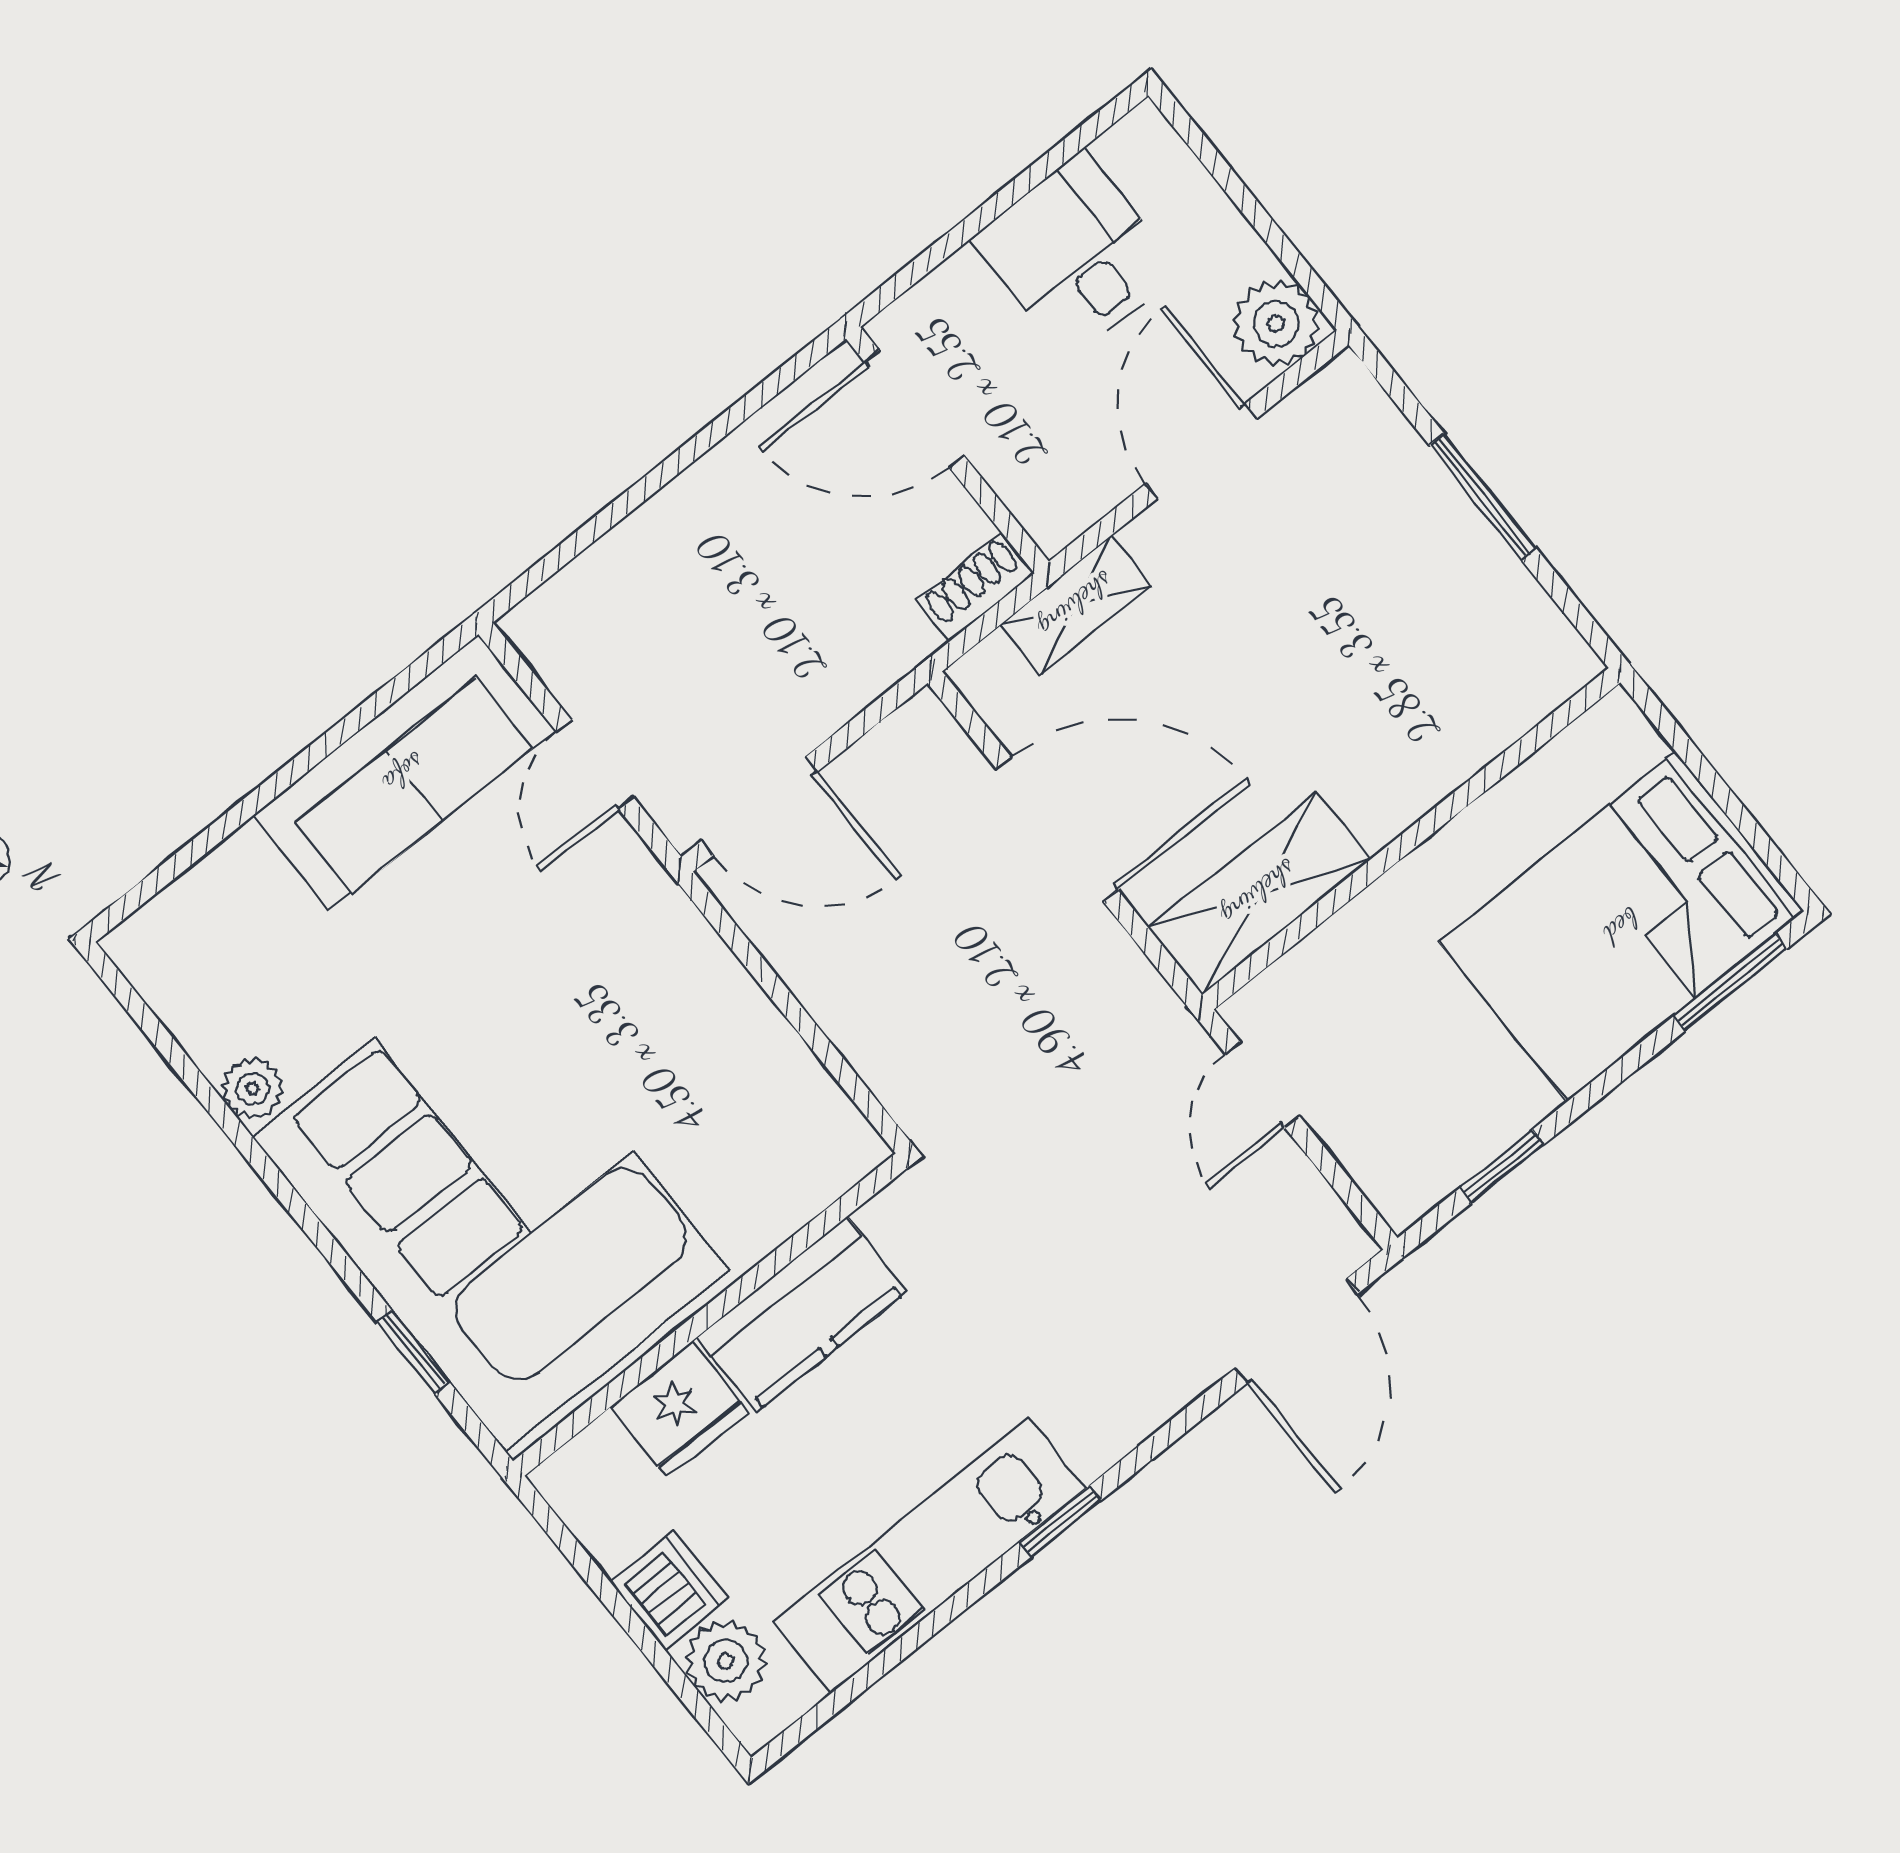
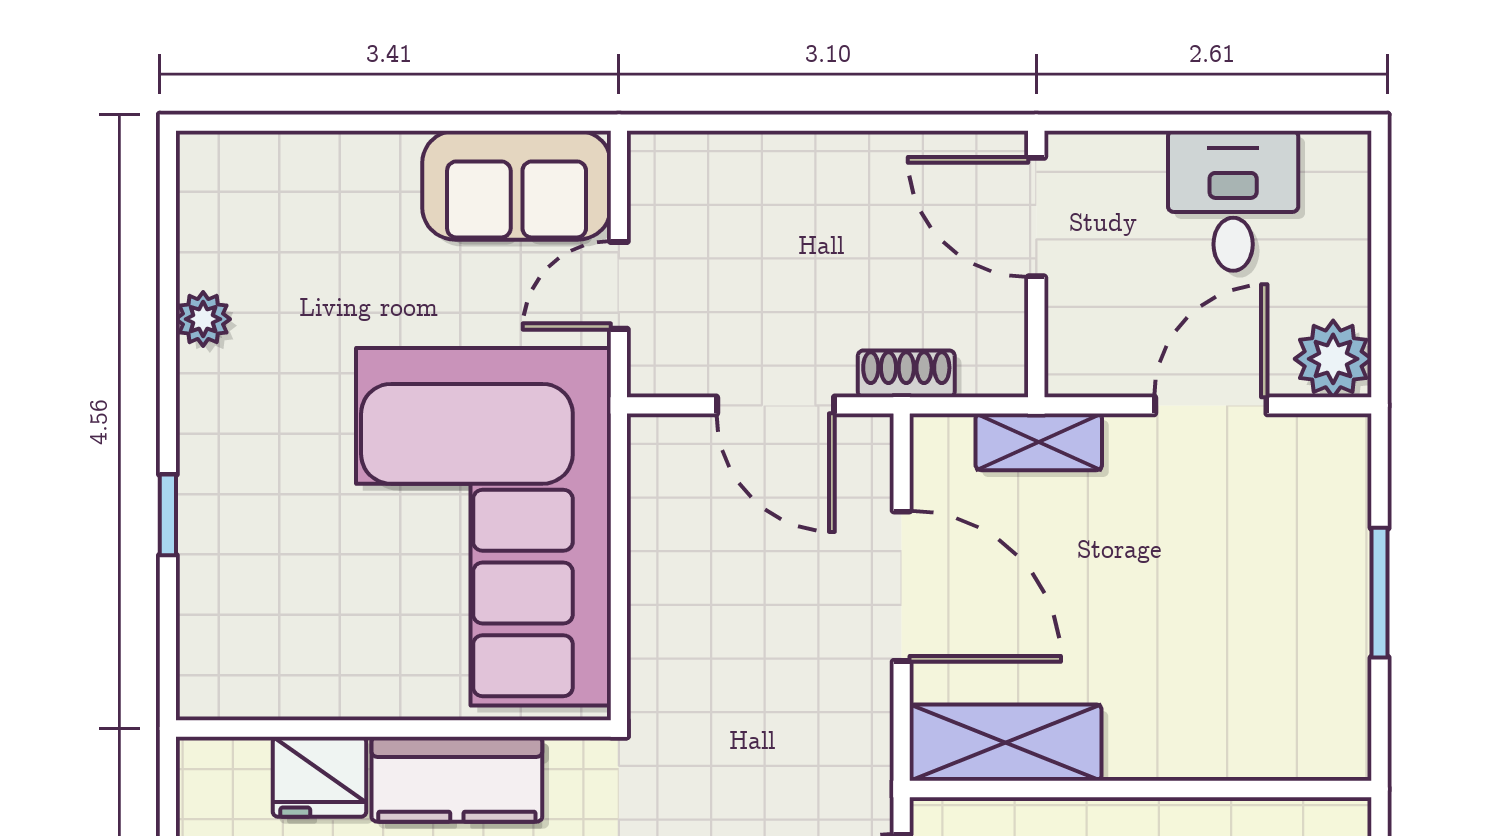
shoe rack: (976, 587) -> (906, 374), moved
sofa: (404, 773) -> (517, 185), width x0.73
door: (759, 806) -> (776, 405), moved
corner sofa: (491, 1204) -> (483, 527), moved, turned 180
window: (413, 1352) -> (168, 515), moved

